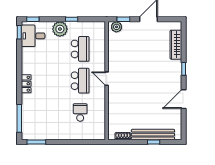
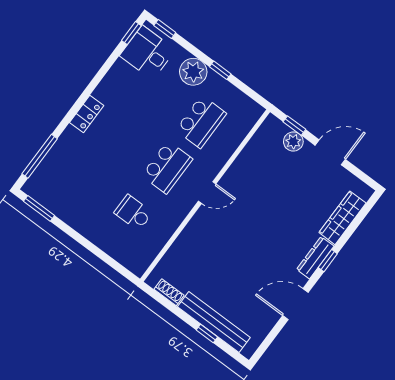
plant: (116, 27) -> (293, 142), moved
dresser: (177, 72) -> (315, 258), added
door: (107, 79) -> (207, 193), swing flipped
school desk: (80, 112) -> (133, 213), turned -90

